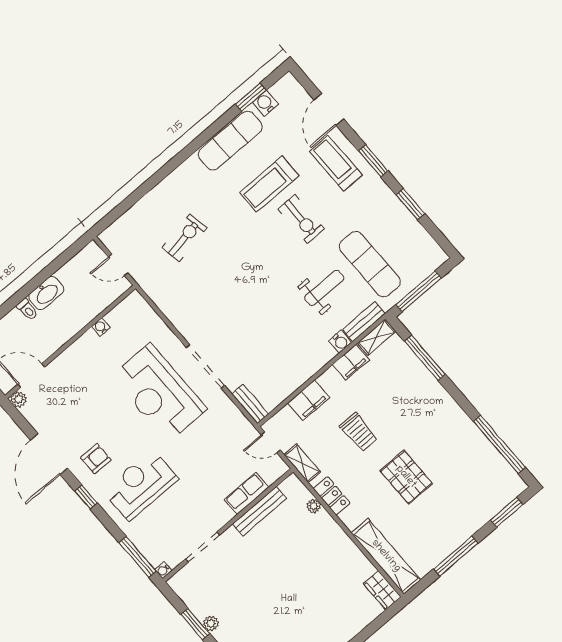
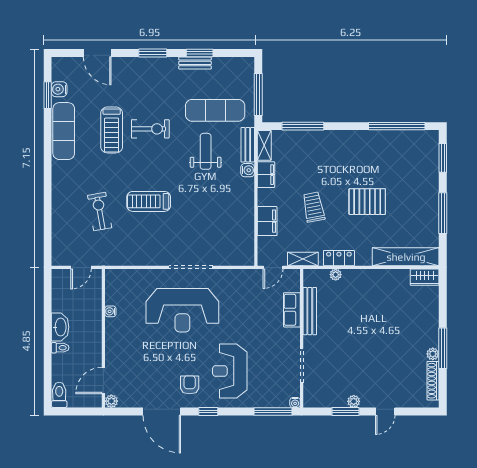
treadmill: (336, 163) -> (149, 201), moved
bench: (250, 404) -> (195, 63), moved
trolley: (359, 432) -> (314, 207), turned -101

